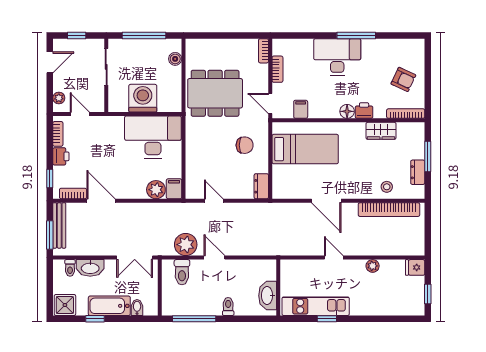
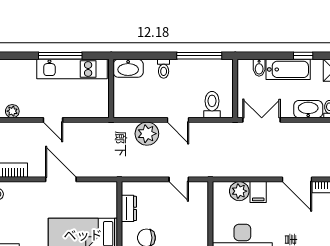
dresser: (261, 186) -> (129, 208), moved
filing cabinet: (174, 189) -> (258, 192), moved
plant: (186, 245) -> (147, 134), moved
washbasin: (268, 296) -> (128, 68), moved, turned 90
window: (327, 319) -> (60, 56), width x2.17

